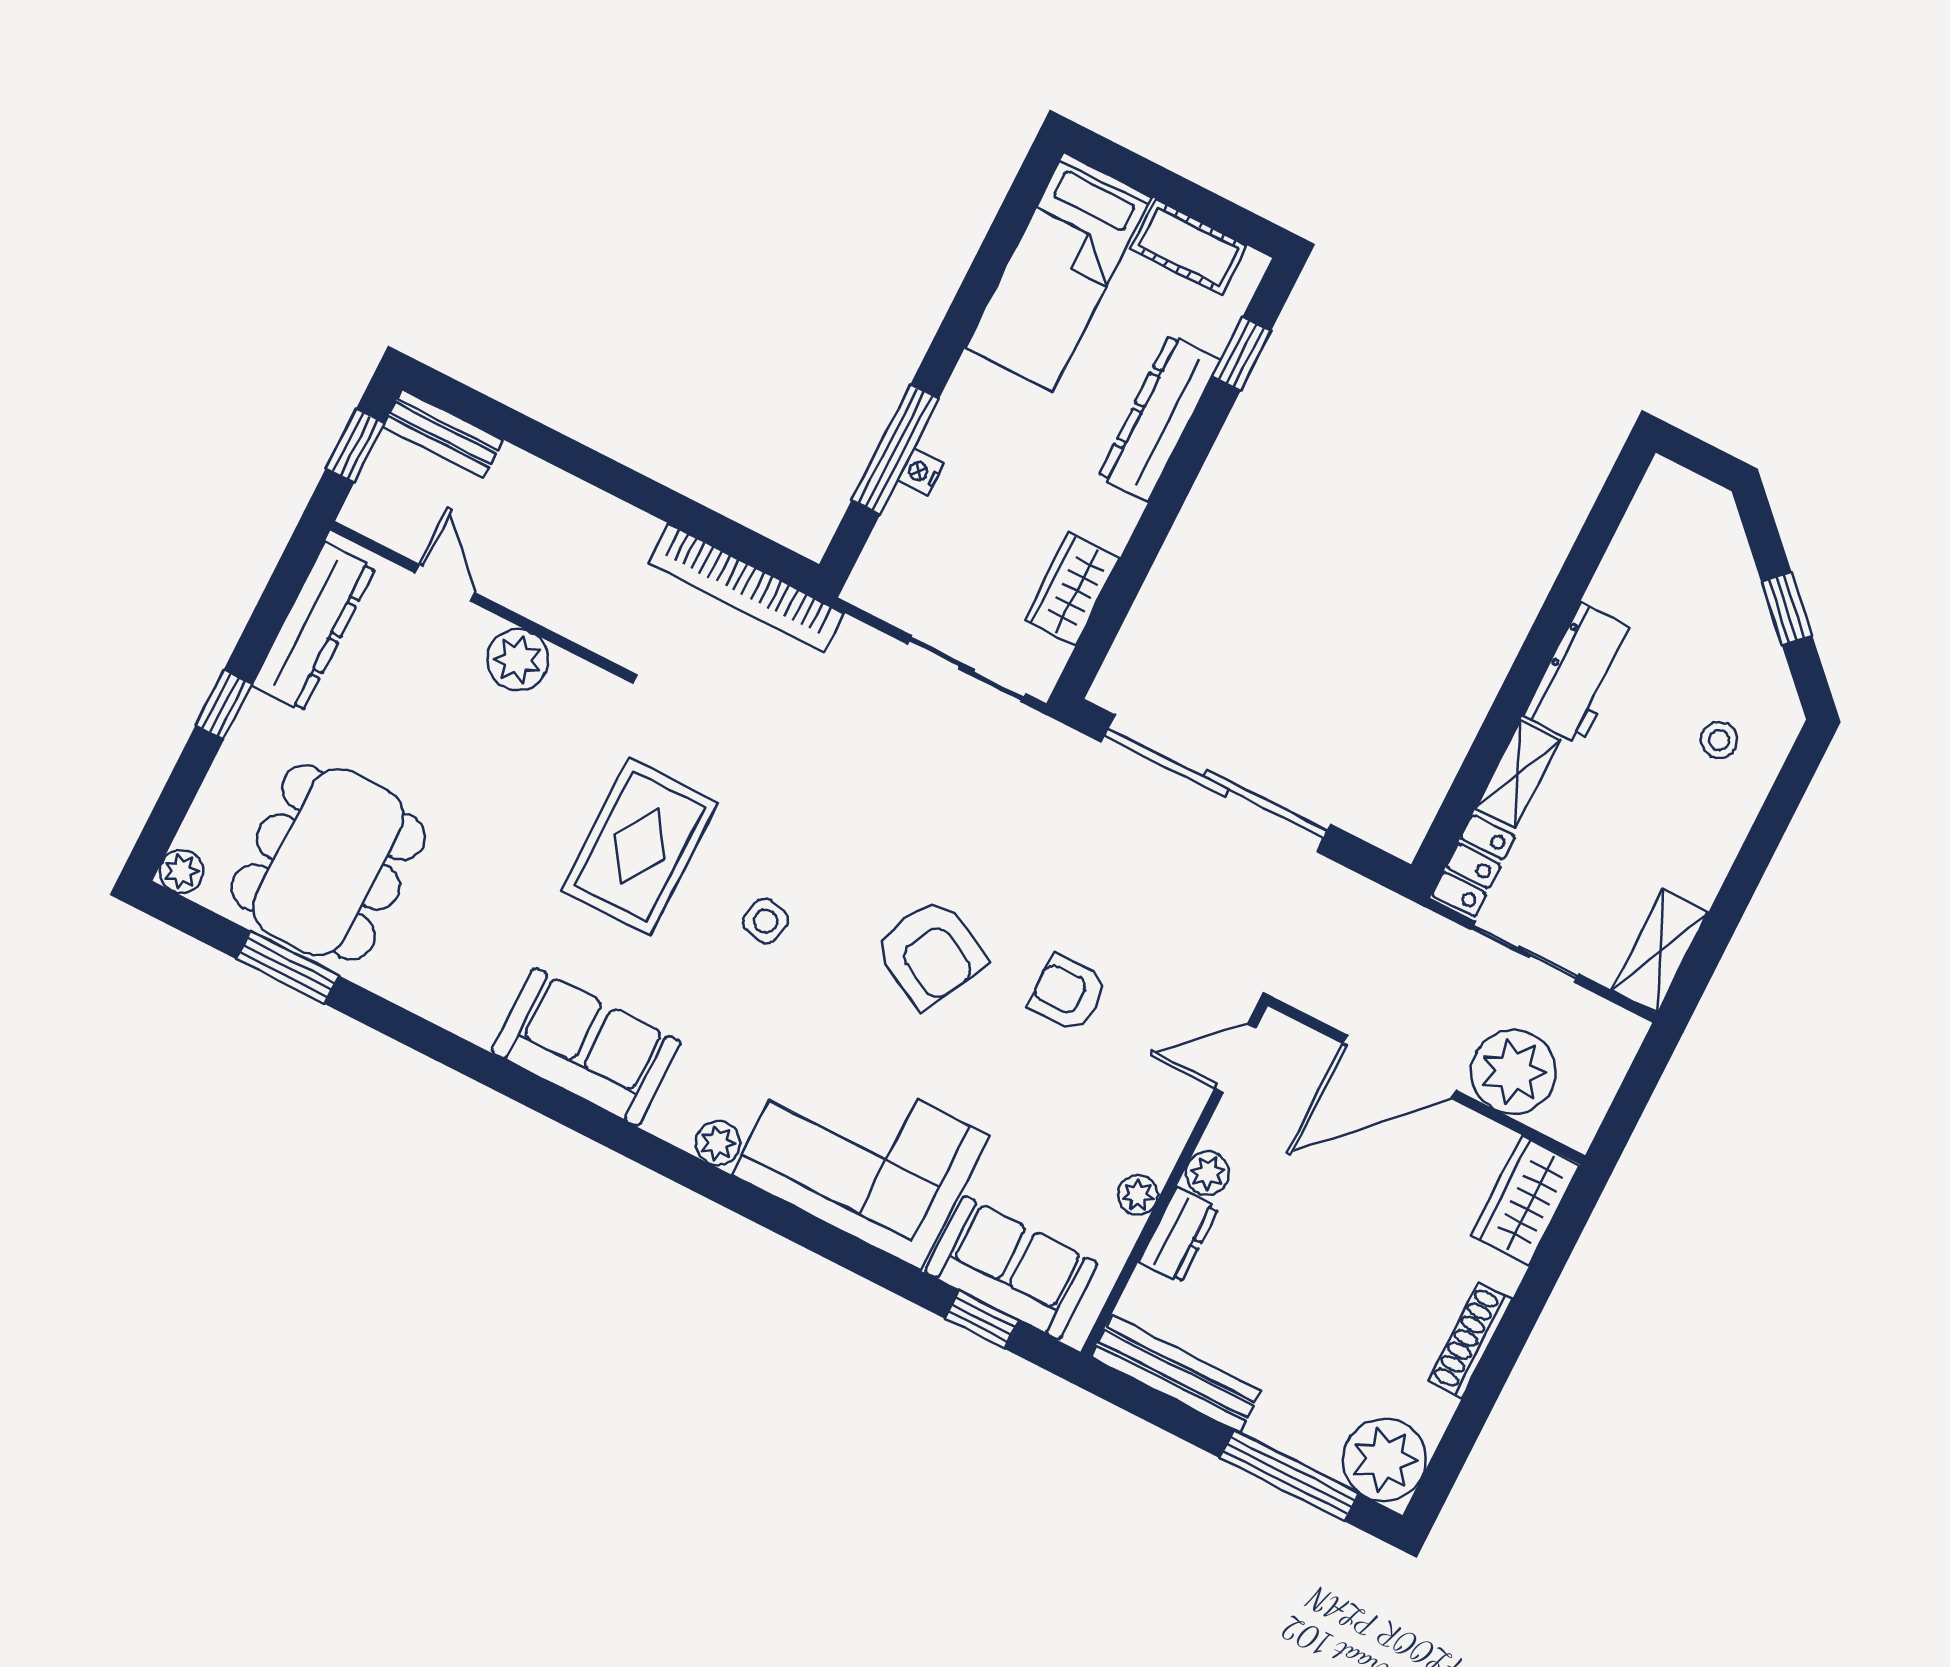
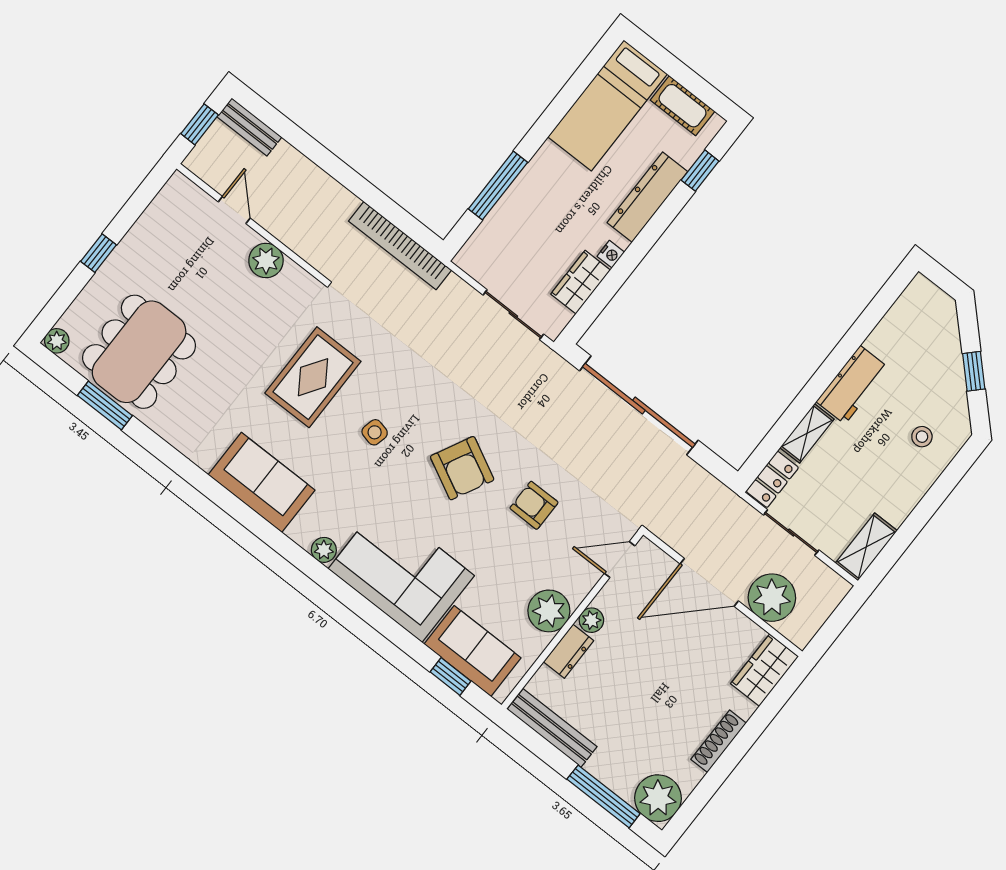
nightstand: (921, 472) -> (611, 254), moved, turned 180
dresser: (314, 627) -> (157, 220), removed
plant: (1138, 1195) -> (549, 611), width x1.87, depth x1.87

